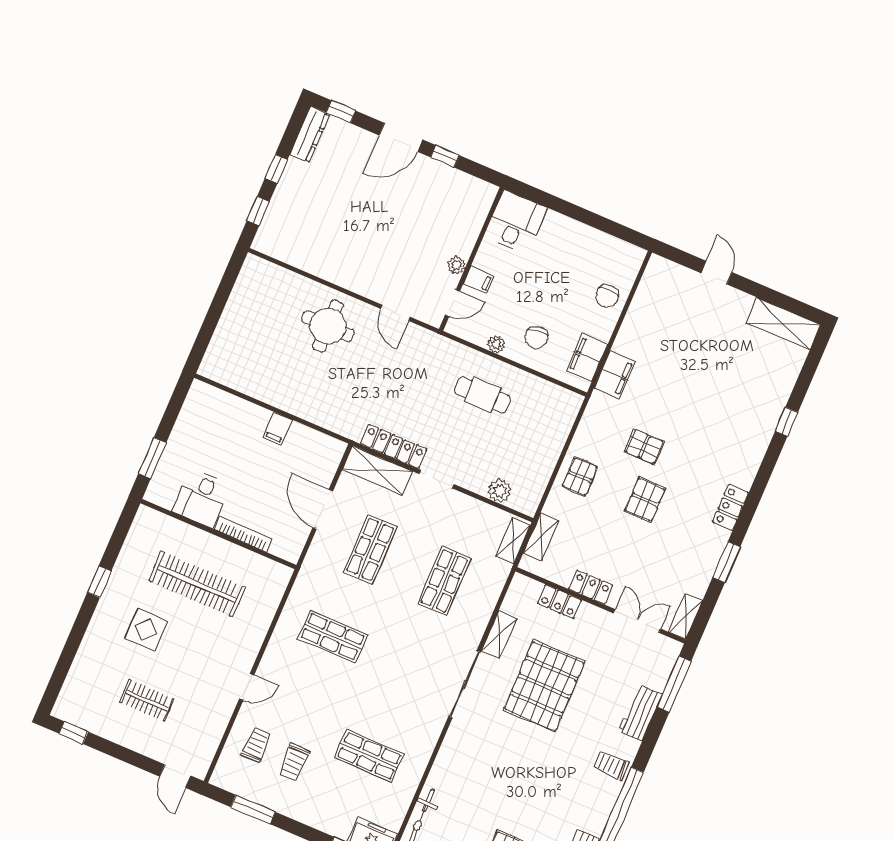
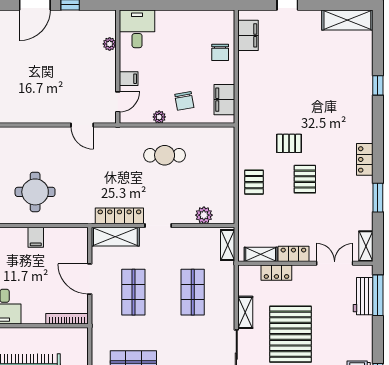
plant: (457, 265) -> (110, 44), moved
round table: (328, 326) -> (35, 192), moved
filing cabinet: (615, 375) -> (248, 35), moved
bookcase: (243, 534) -> (67, 319), moved
shelving: (541, 537) -> (261, 254), moved, turned 90
workbench: (640, 713) -> (363, 296), moved

